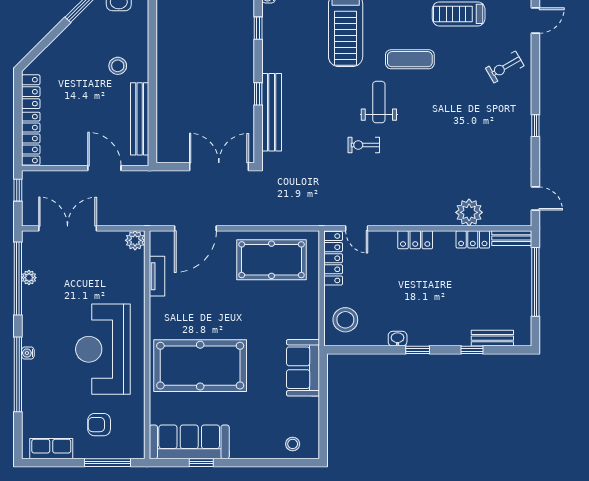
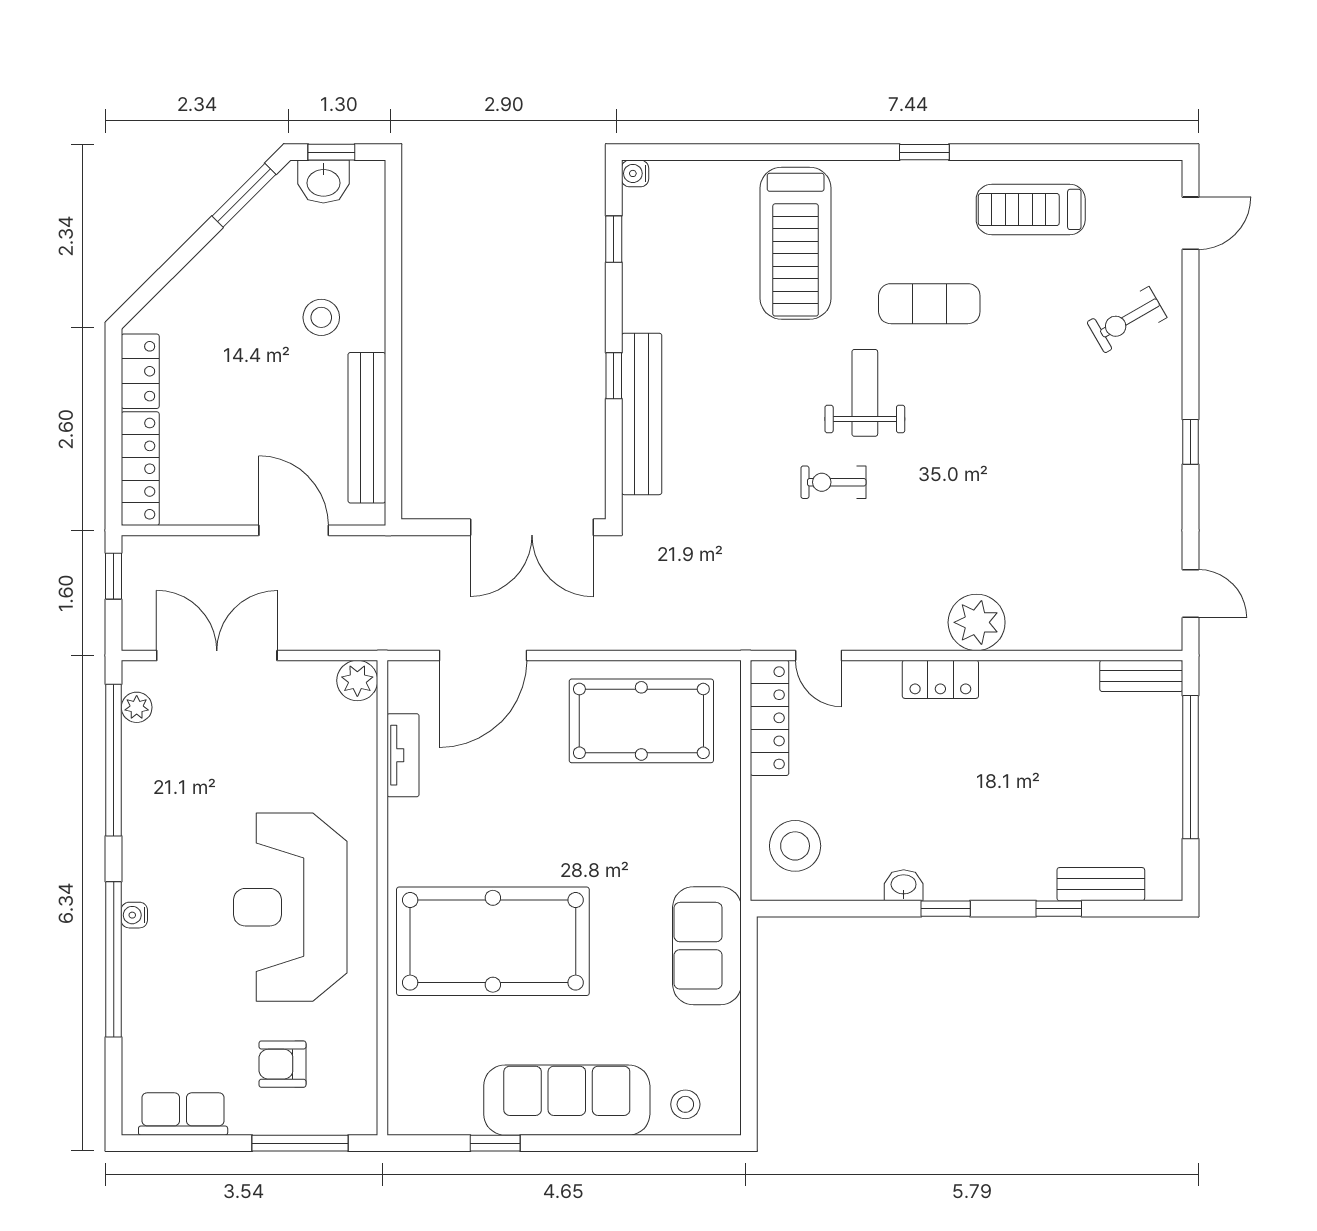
double door: (219, 167) -> (532, 527), swing flipped
plant: (469, 212) -> (977, 622), moved
locker: (473, 239) -> (1060, 679), removed
plant: (29, 278) -> (137, 707), moved
sofa: (189, 442) -> (567, 1100), moved

